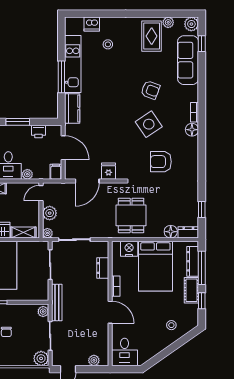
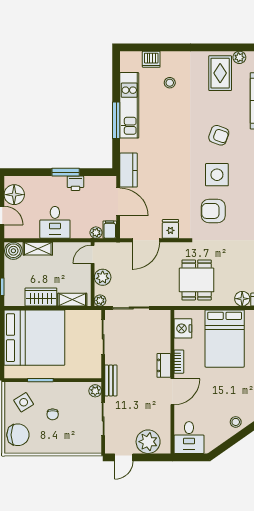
kitchen counter: (72, 108) -> (129, 170), moved
side table: (149, 124) -> (217, 175), turned 34
printer: (38, 132) -> (75, 183), moved
armchair: (161, 162) -> (213, 211), moved
plant: (27, 174) -> (96, 233), moved
nightstand: (129, 249) -> (183, 328), moved, turned -90
dresser: (103, 268) -> (164, 365), moved
bench: (57, 303) -> (111, 380), width x0.73
door: (110, 312) -> (172, 392), hinge flipped
stool: (171, 325) -> (236, 422), moved
plant: (41, 358) -> (93, 445), removed
plant: (94, 360) -> (148, 442), width x1.87, depth x1.87

